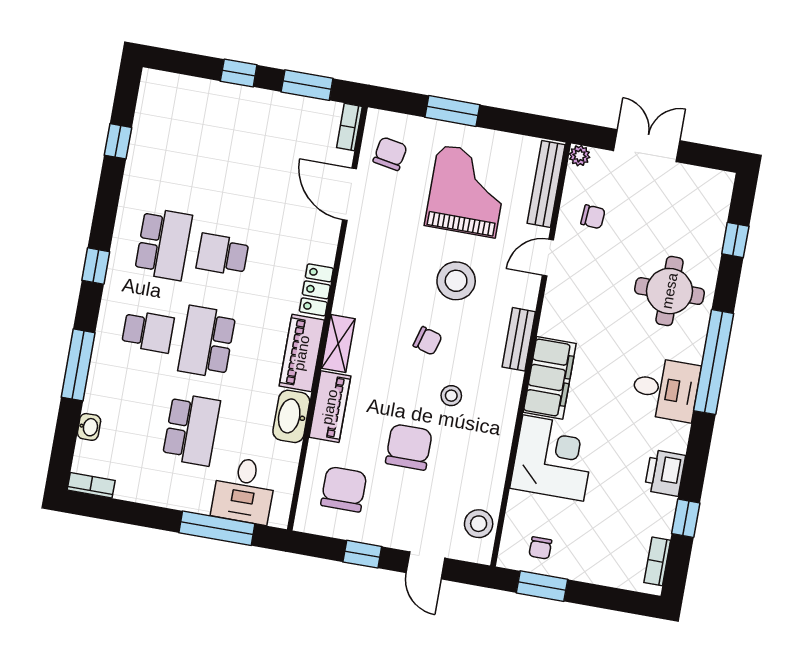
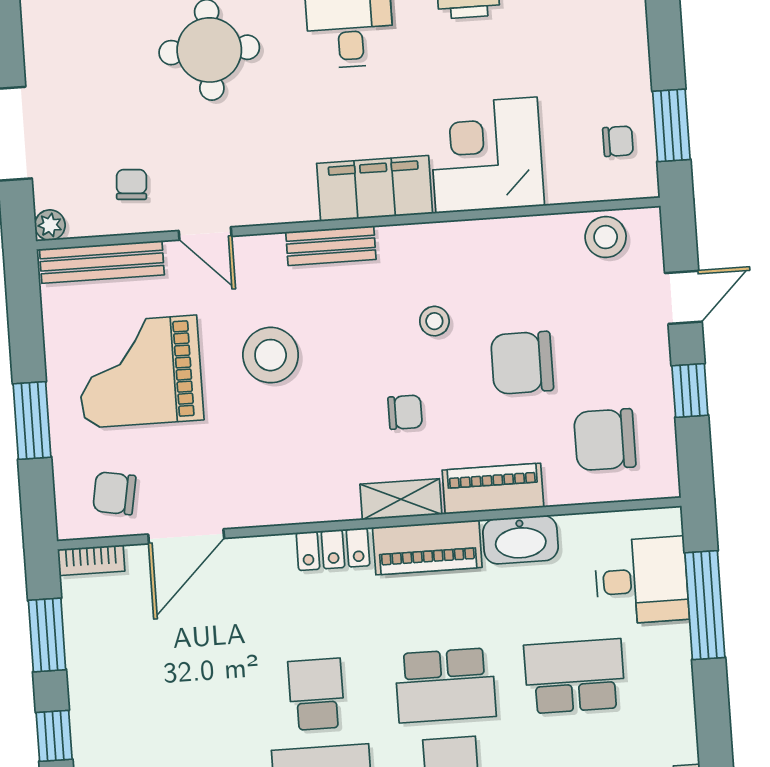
school desk: (223, 255) -> (316, 694), turned 180
chair: (428, 341) -> (405, 412), moved, turned 74

